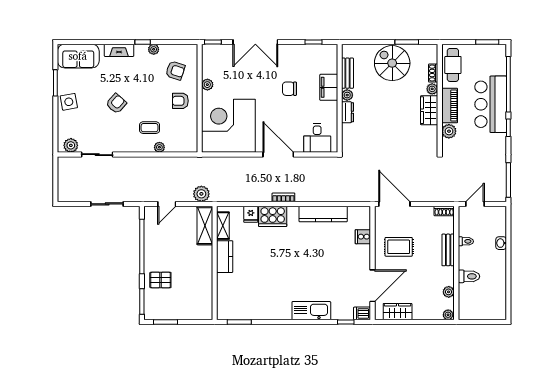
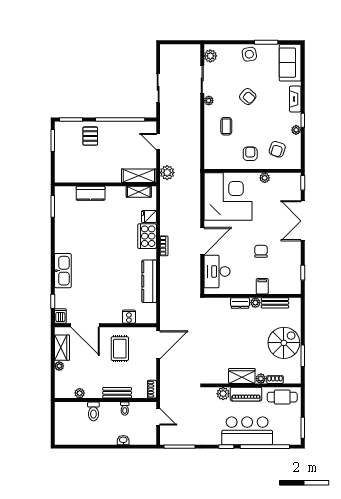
filing cabinet: (329, 87) -> (262, 286), width x0.50
desk: (317, 138) -> (217, 271), width x1.37
plant: (159, 147) -> (209, 101), moved
kitchen counter: (225, 257) -> (91, 193), moved
plant: (448, 315) -> (59, 366), moved

